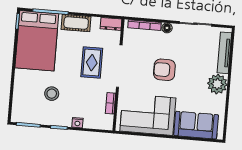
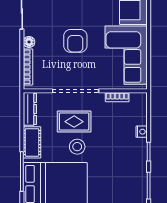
dresser: (111, 24) -> (30, 109), width x1.44
stool: (52, 94) -> (77, 147), moved

